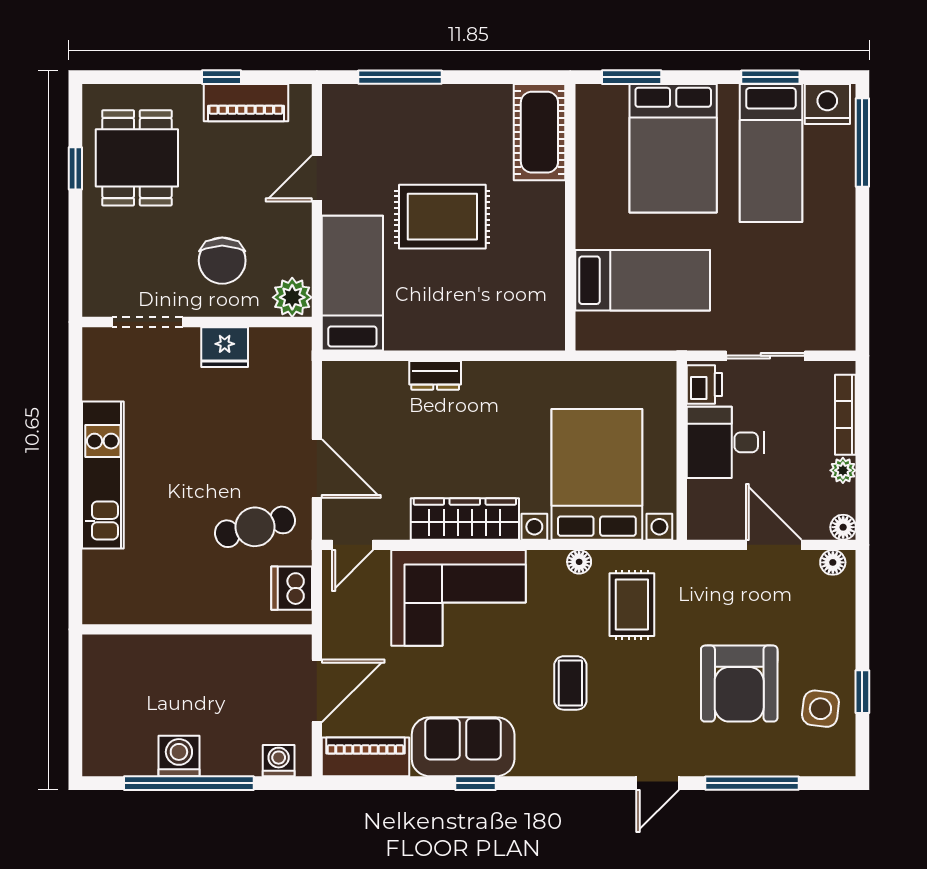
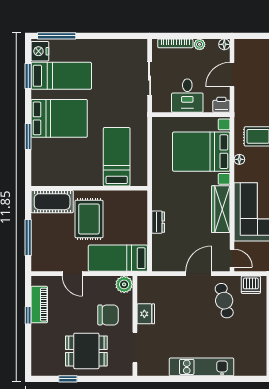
cot: (539, 132) -> (52, 202), moved
dining table: (137, 158) -> (86, 351), moved
wall: (570, 217) -> (89, 188), moved
bed: (643, 280) -> (117, 157), moved
printer: (704, 385) -> (221, 105), moved
floor lamp: (833, 562) -> (240, 49), removed

